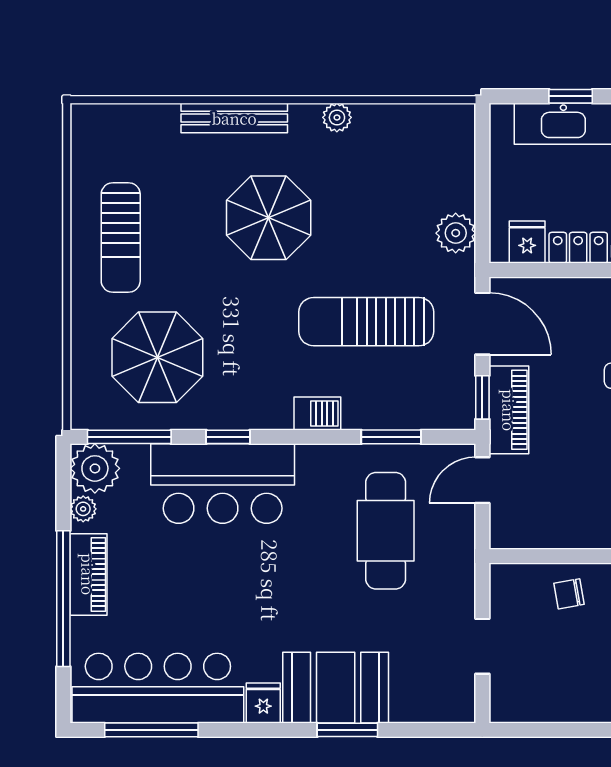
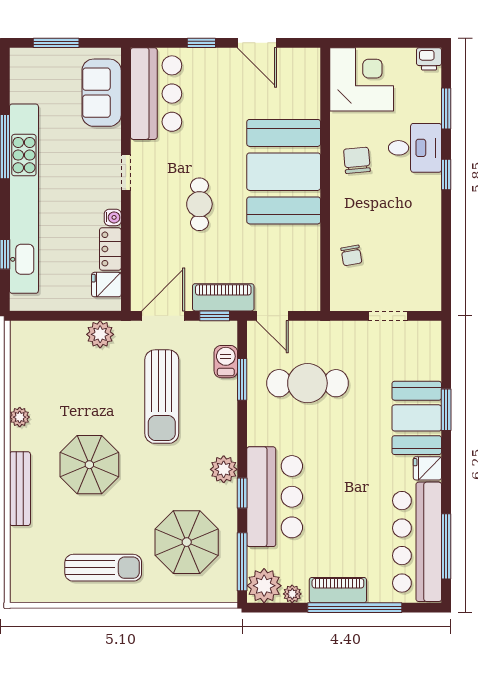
plant: (262, 410) -> (224, 469), added
barbecue: (317, 414) -> (226, 362), moved

